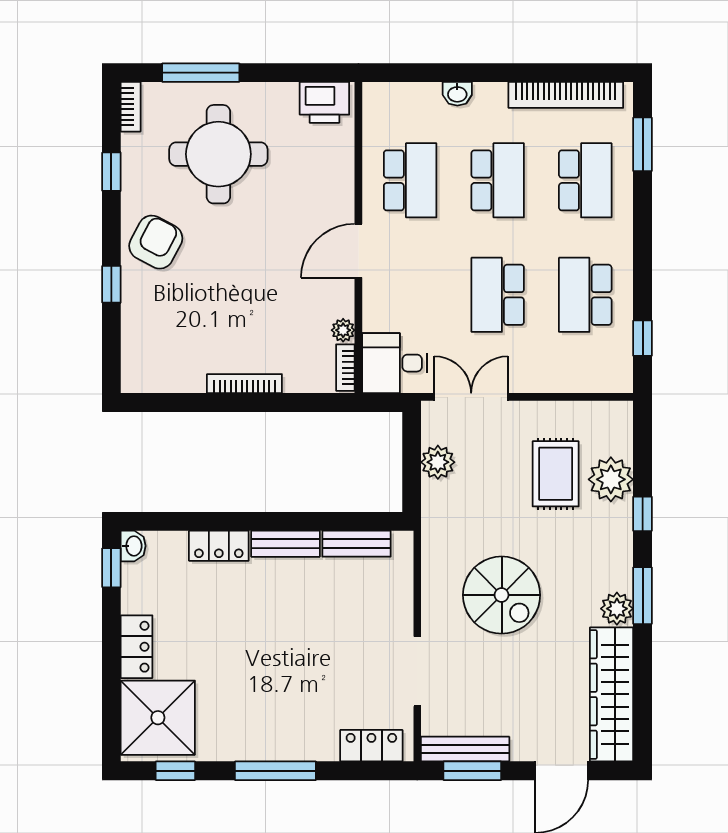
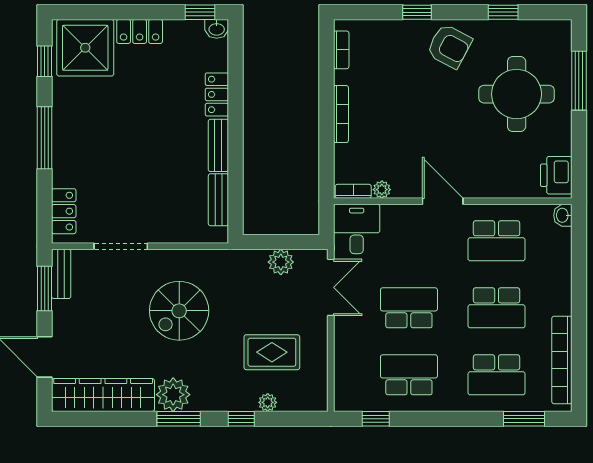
washbasin: (457, 94) -> (563, 215), moved
bookcase: (131, 107) -> (341, 50), moved, turned -90
plant: (611, 479) -> (268, 402), width x0.53, depth x0.53
plant: (617, 609) -> (173, 395), width x1.36, depth x1.36
bench: (465, 749) -> (61, 274), width x0.73

